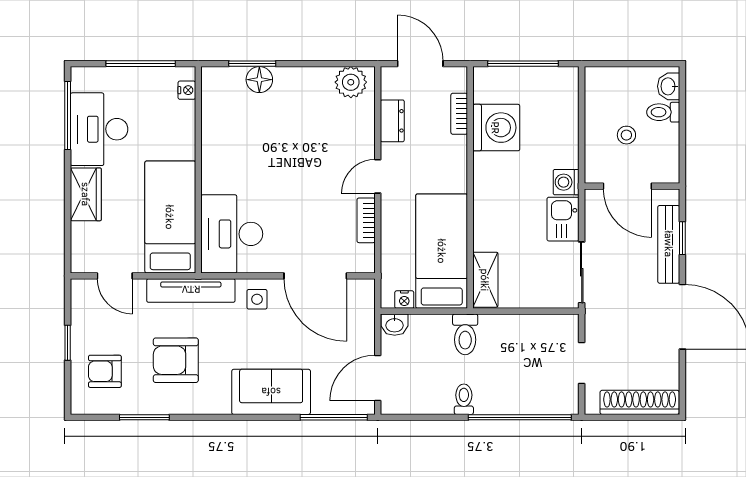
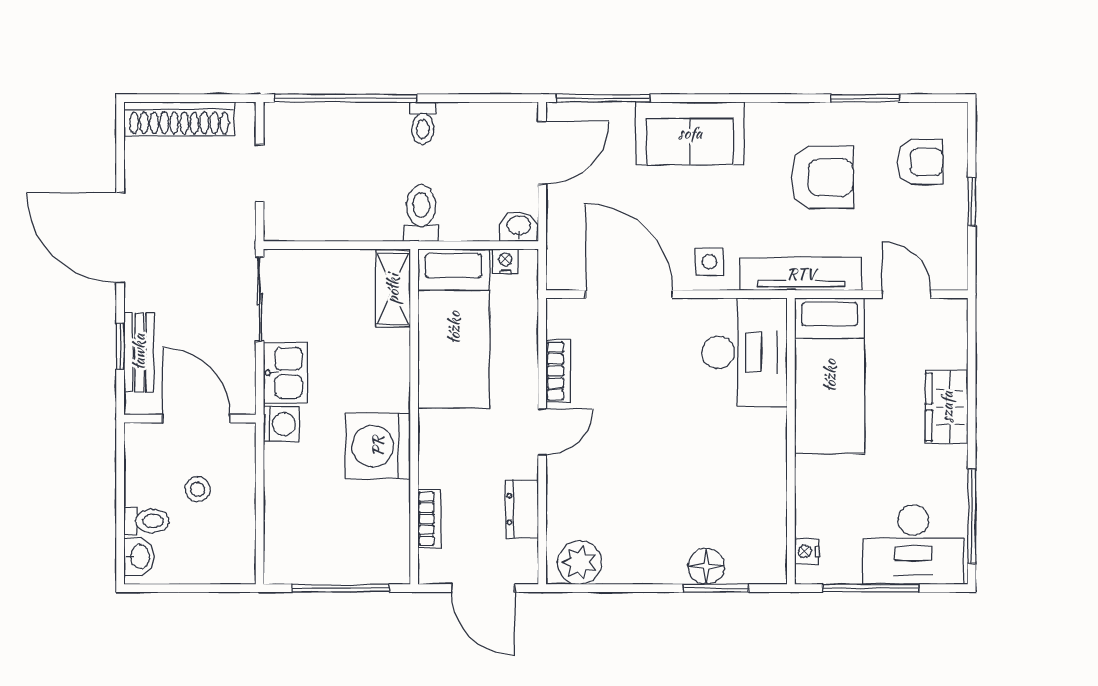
washing machine: (496, 128) -> (378, 446), moved
desk: (99, 129) -> (913, 545), moved, turned 90
bench: (669, 244) -> (139, 352), width x0.73

